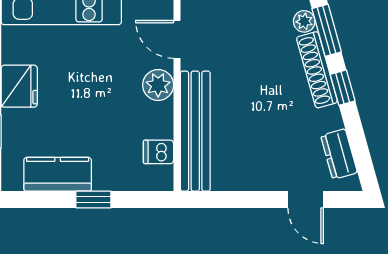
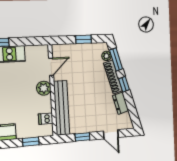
door: (177, 39) -> (51, 67), swing flipped
dresser: (339, 154) -> (121, 103), moved
window: (93, 200) -> (31, 142), moved
window: (239, 200) -> (83, 137), added

